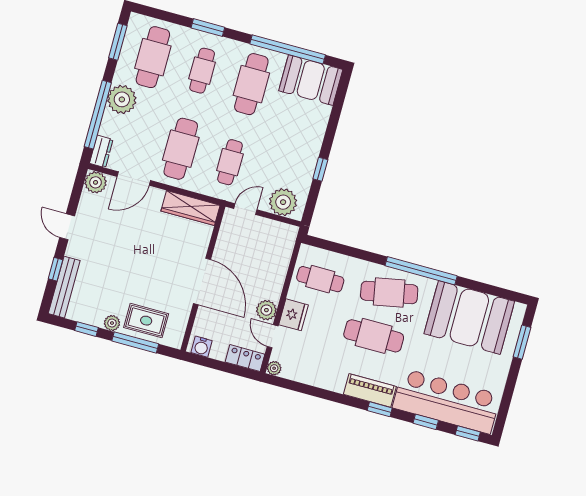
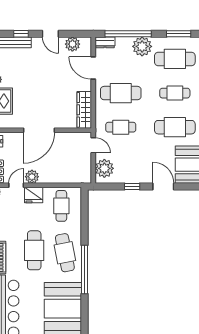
door: (333, 124) -> (163, 187), added
plant: (96, 182) -> (72, 44), moved
door: (67, 227) -> (50, 34), swing flipped

